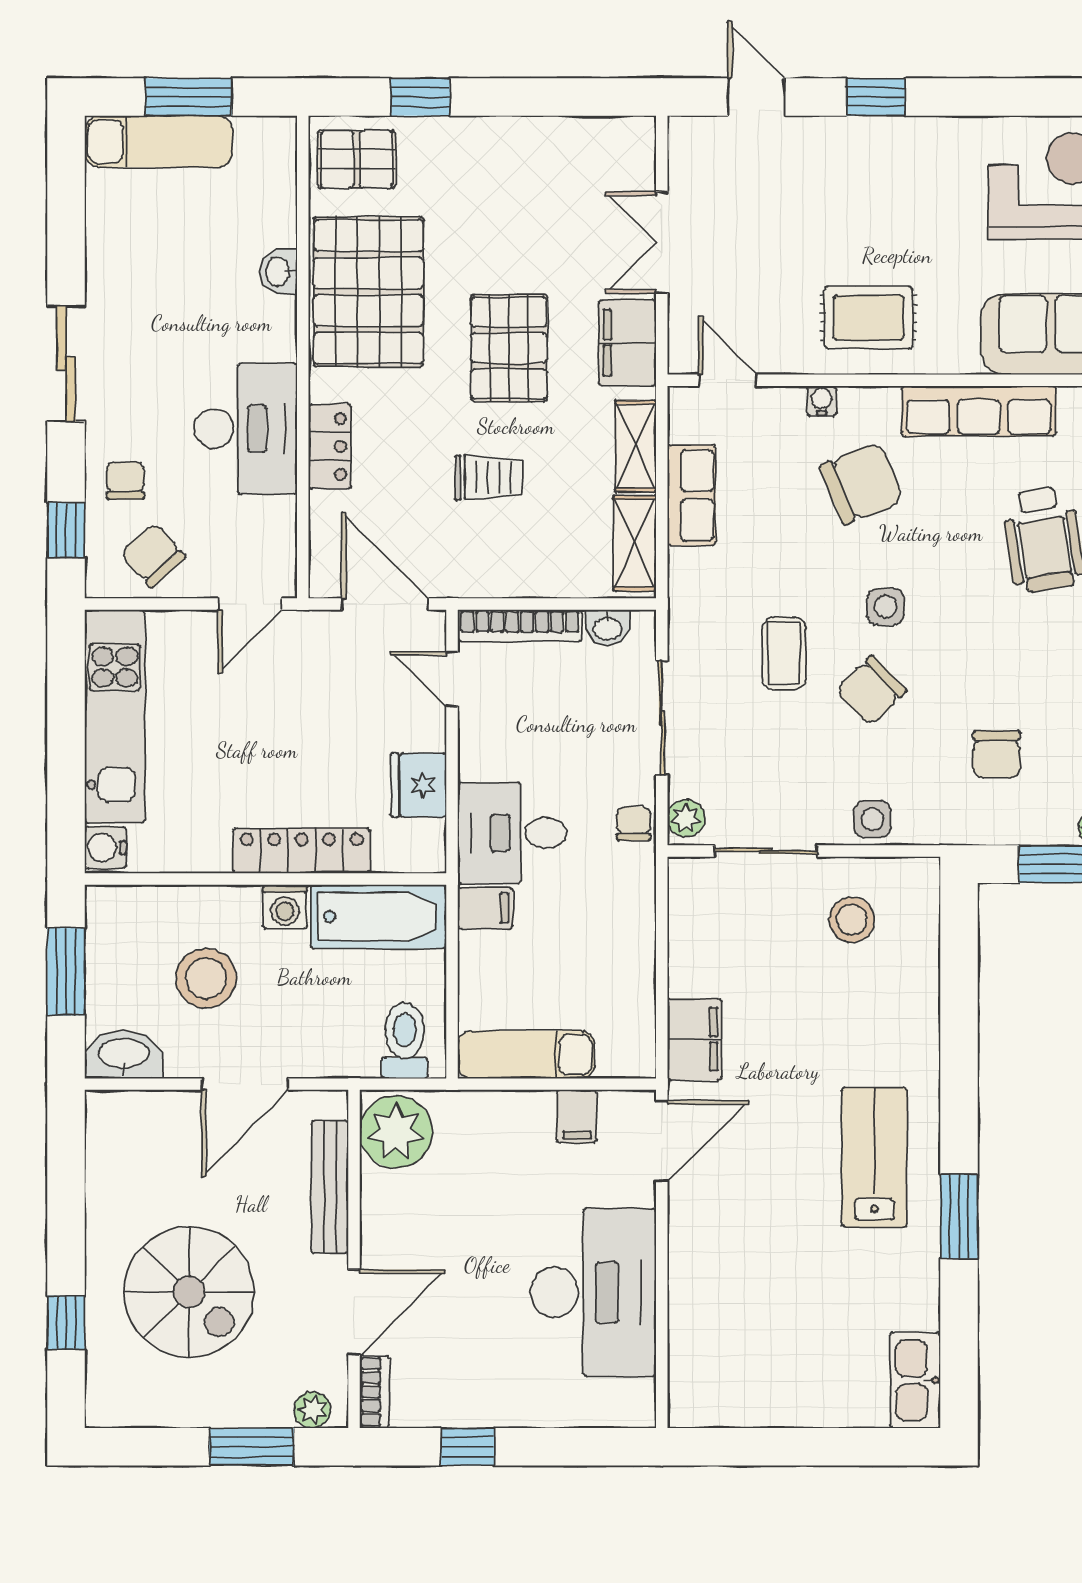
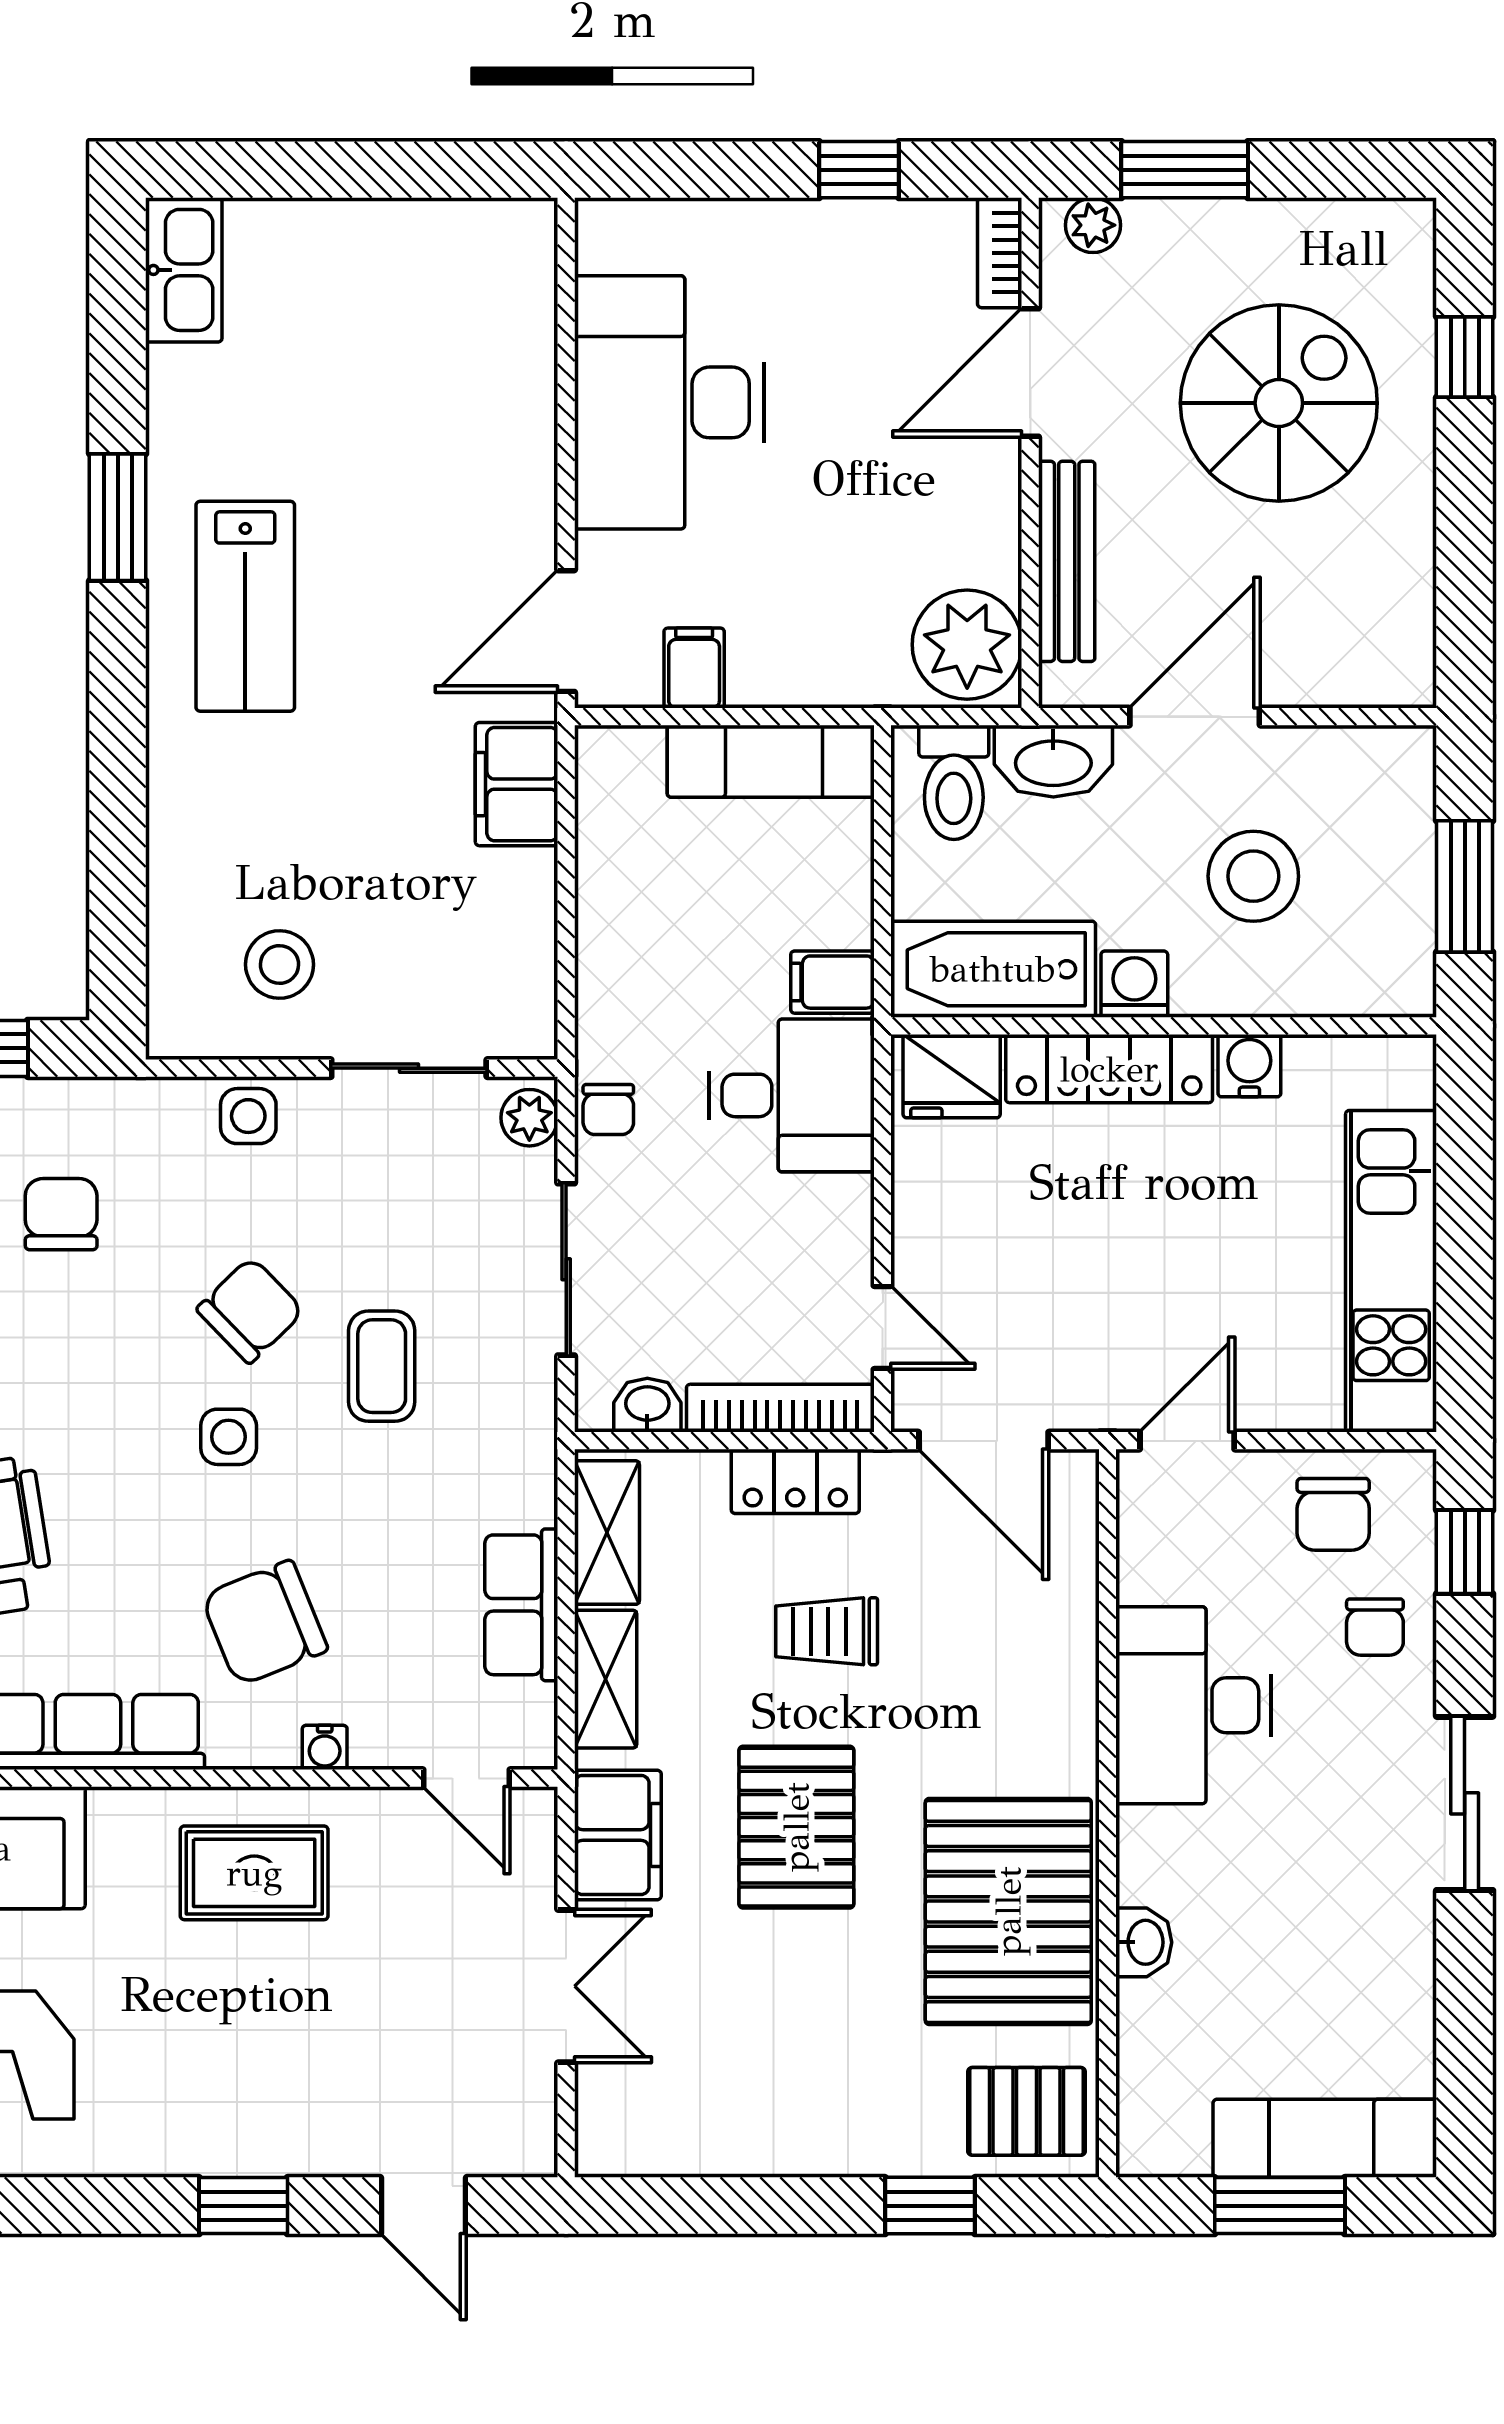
locker: (330, 447) -> (795, 1481), moved, turned -90
chair: (153, 555) -> (1333, 1514), turned 42
fridge: (419, 785) -> (952, 1076), moved, turned 90
water cooler: (105, 848) -> (1249, 1066), moved, turned -90
washbasin: (124, 1055) -> (1053, 761), moved
spiral stairs: (189, 1292) -> (1279, 403), turned 90

